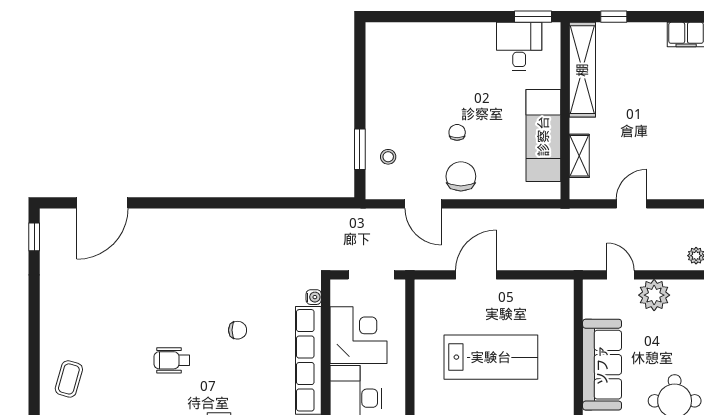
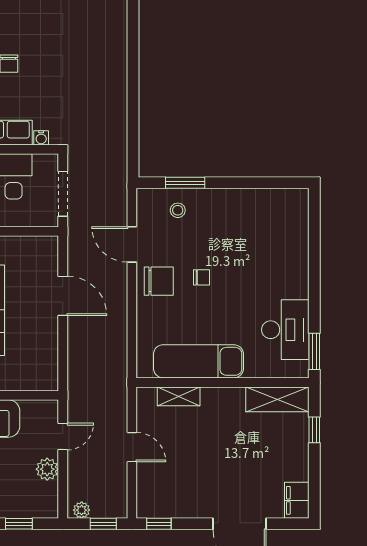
desk: (519, 46) -> (285, 330), width x1.37
shelving: (582, 70) -> (277, 399), width x0.68
door: (423, 204) -> (132, 244), hinge flipped
plant: (654, 295) -> (47, 469), width x0.73, depth x0.73

